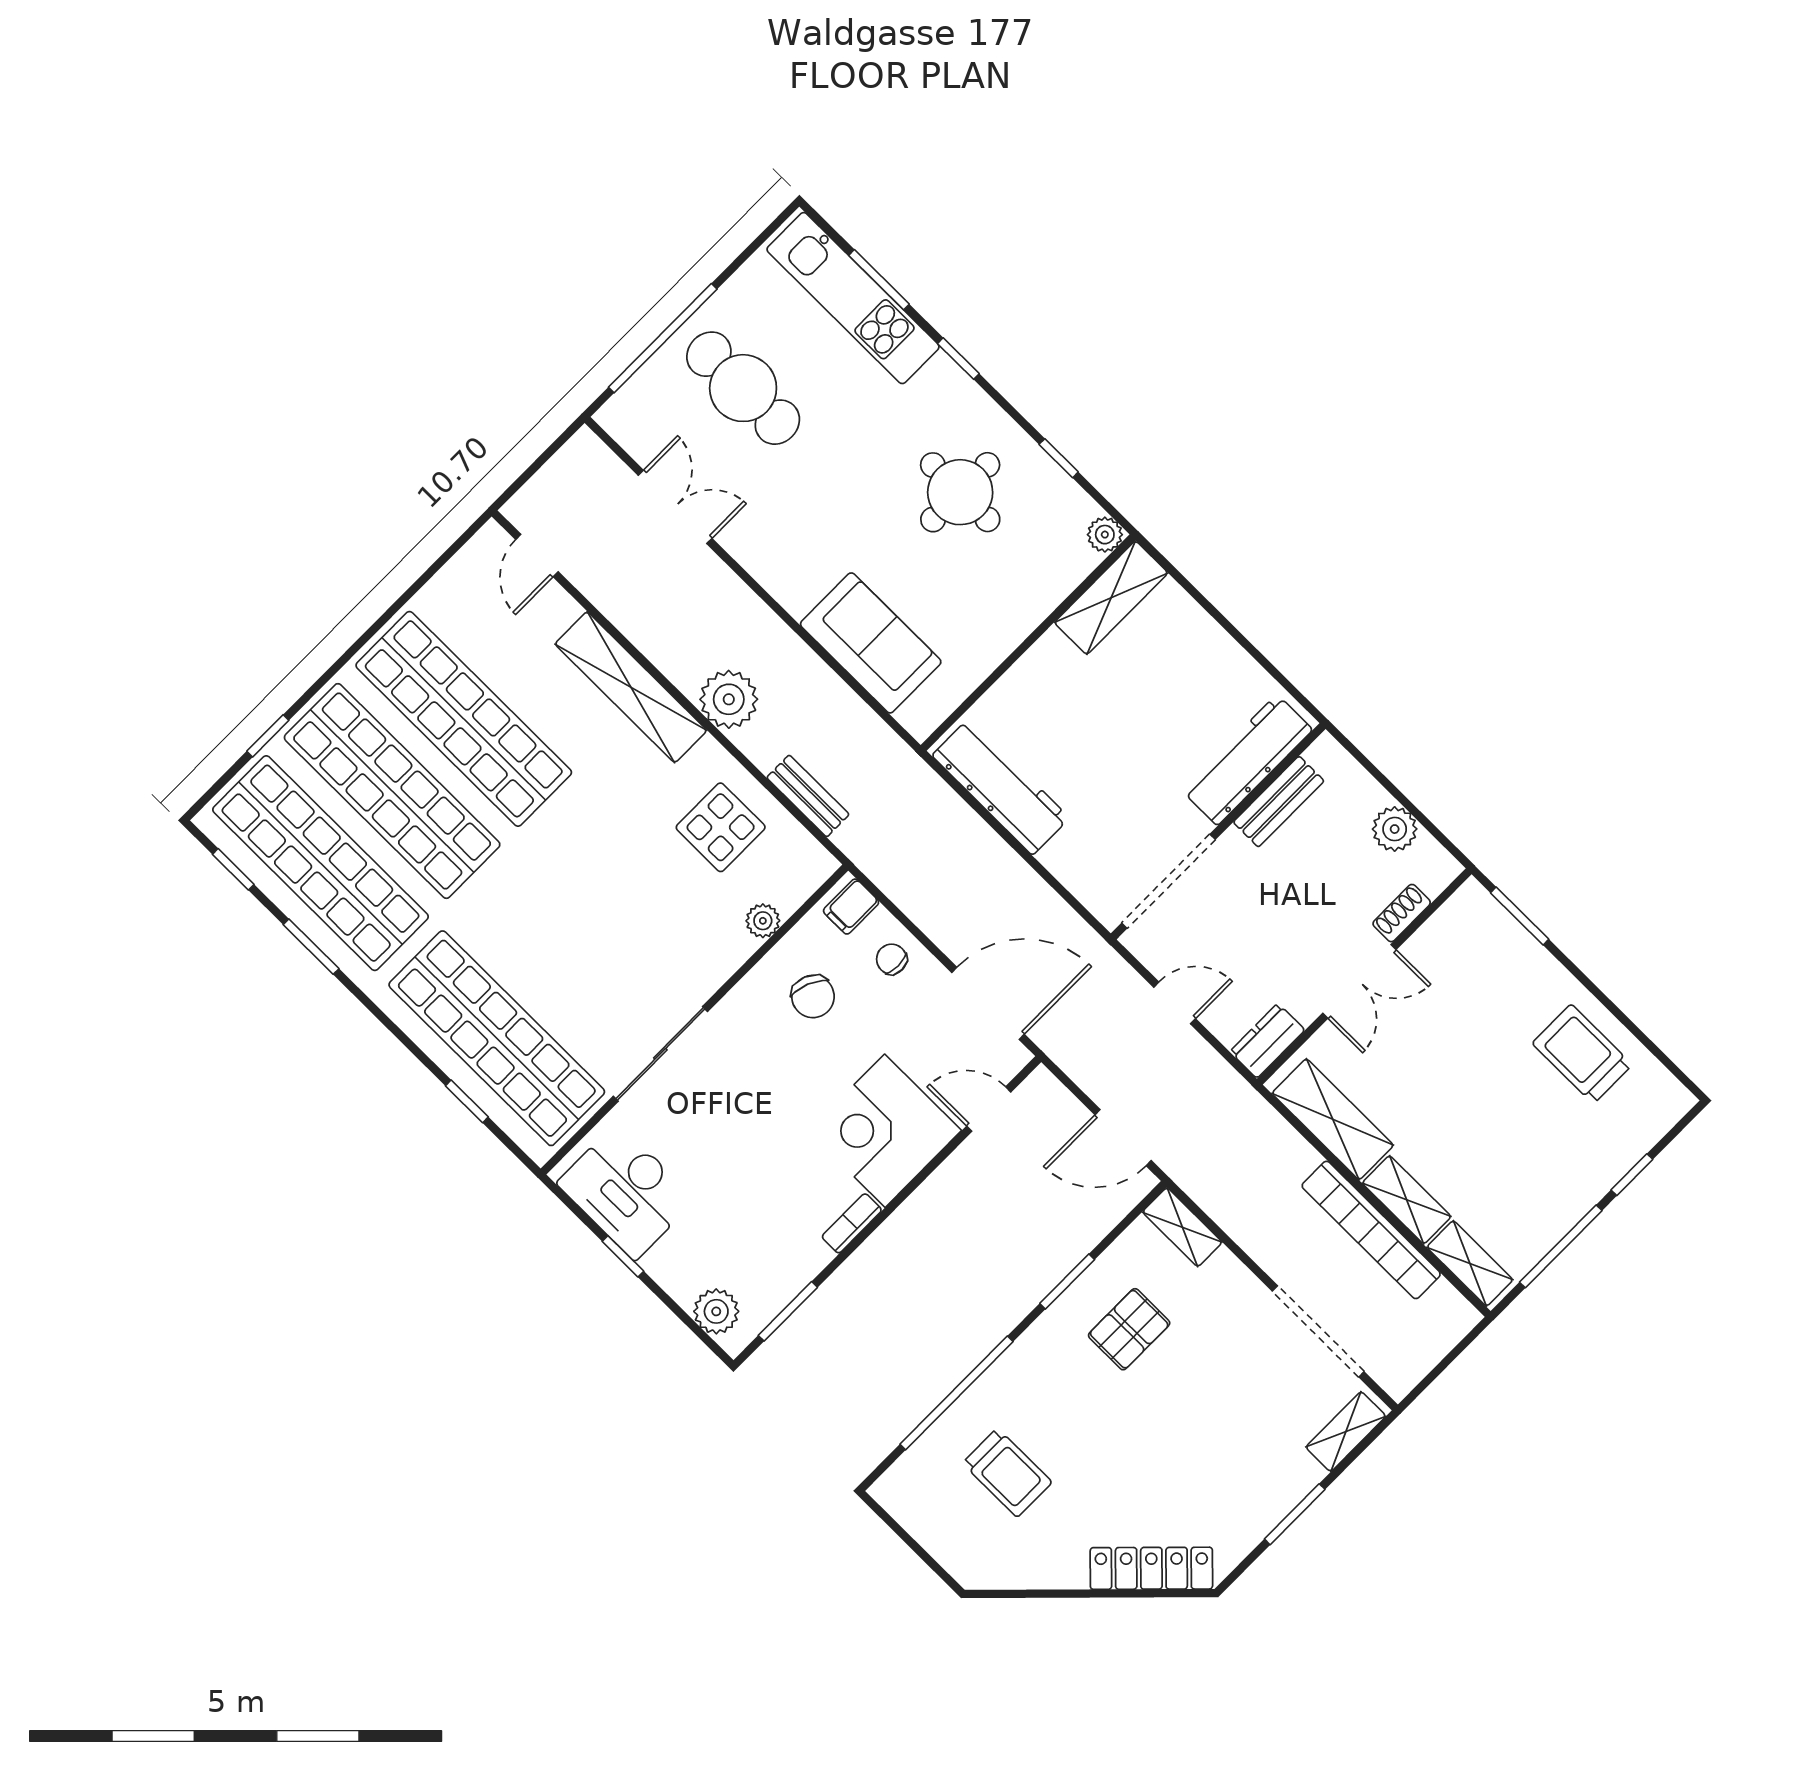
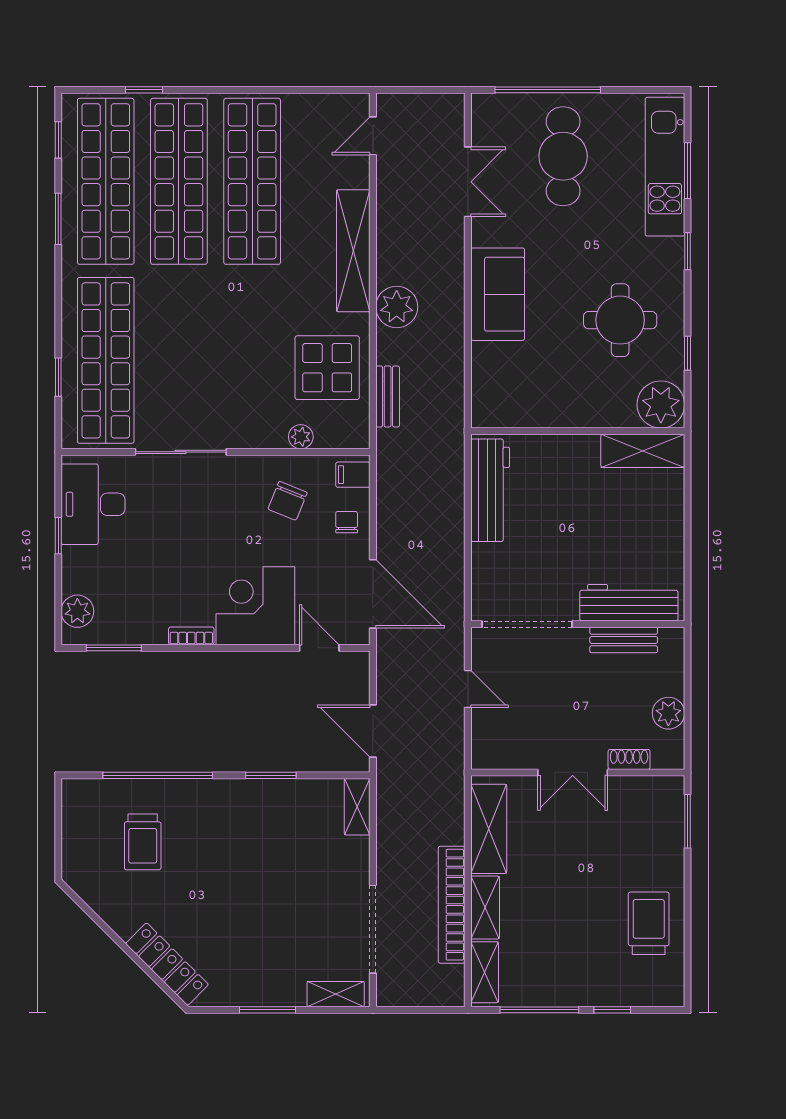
plant: (1105, 535) -> (661, 404), width x1.87, depth x1.87
sofa: (871, 643) -> (498, 294), moved
display table: (721, 827) -> (327, 368), width x1.36, depth x1.36
dresser: (1267, 1041) -> (496, 756), removed
pallet: (1129, 1329) -> (278, 831), removed

